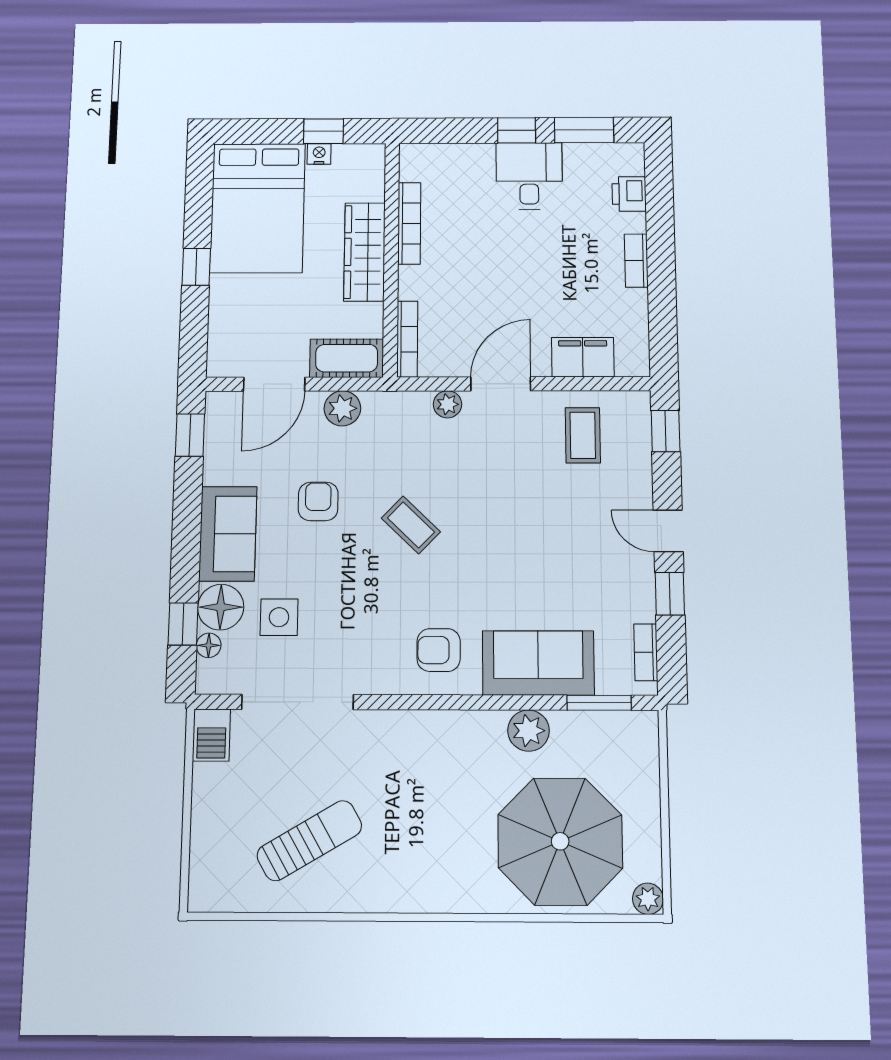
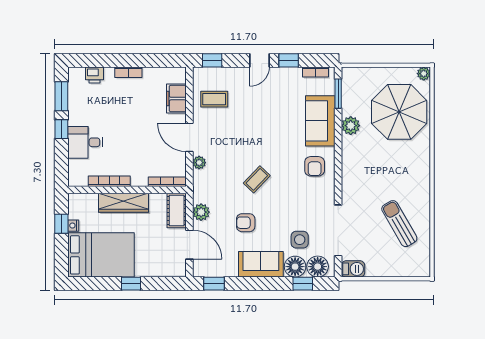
desk: (529, 176) -> (85, 142), moved
floor lamp: (209, 645) -> (318, 267), width x1.89, depth x1.89

